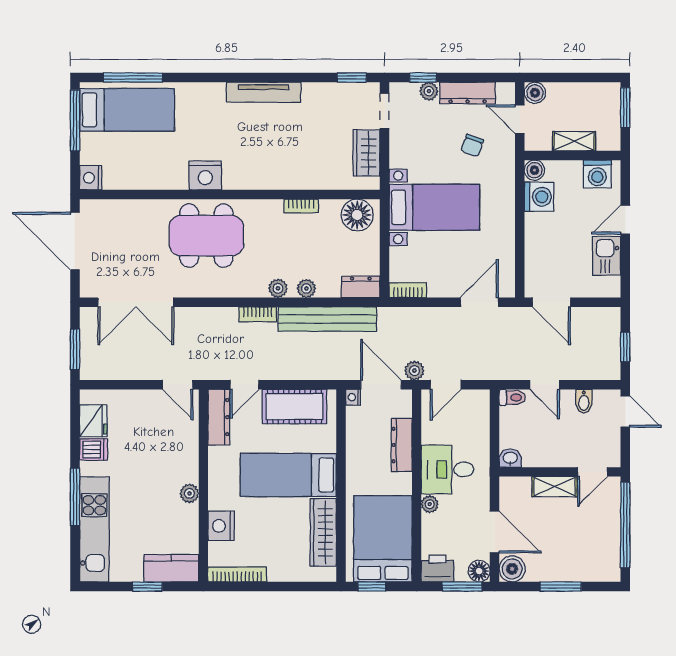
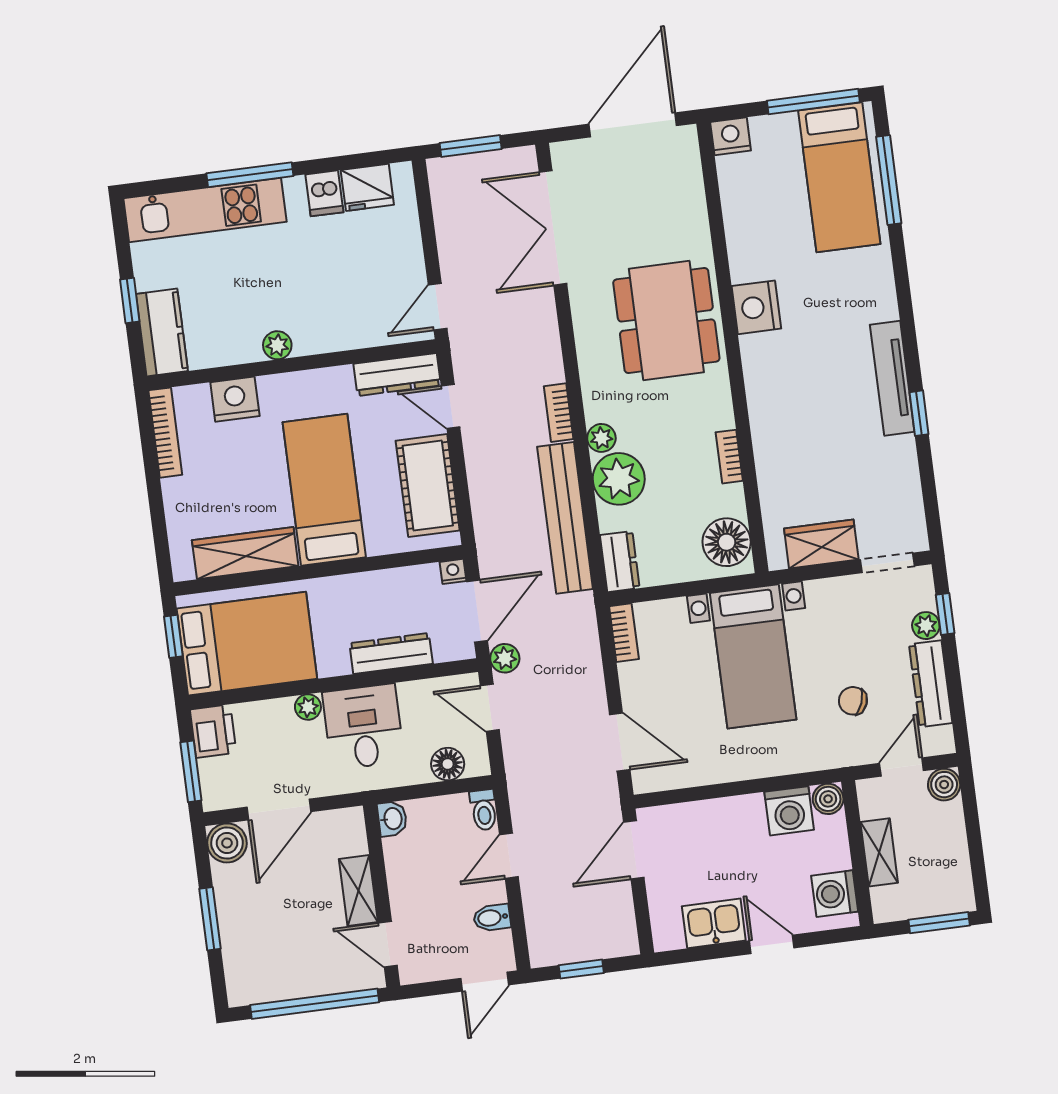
window: (352, 78) -> (919, 413), moved
plant: (306, 288) -> (619, 479), width x1.87, depth x1.87
floor lamp: (479, 571) -> (448, 764), moved

